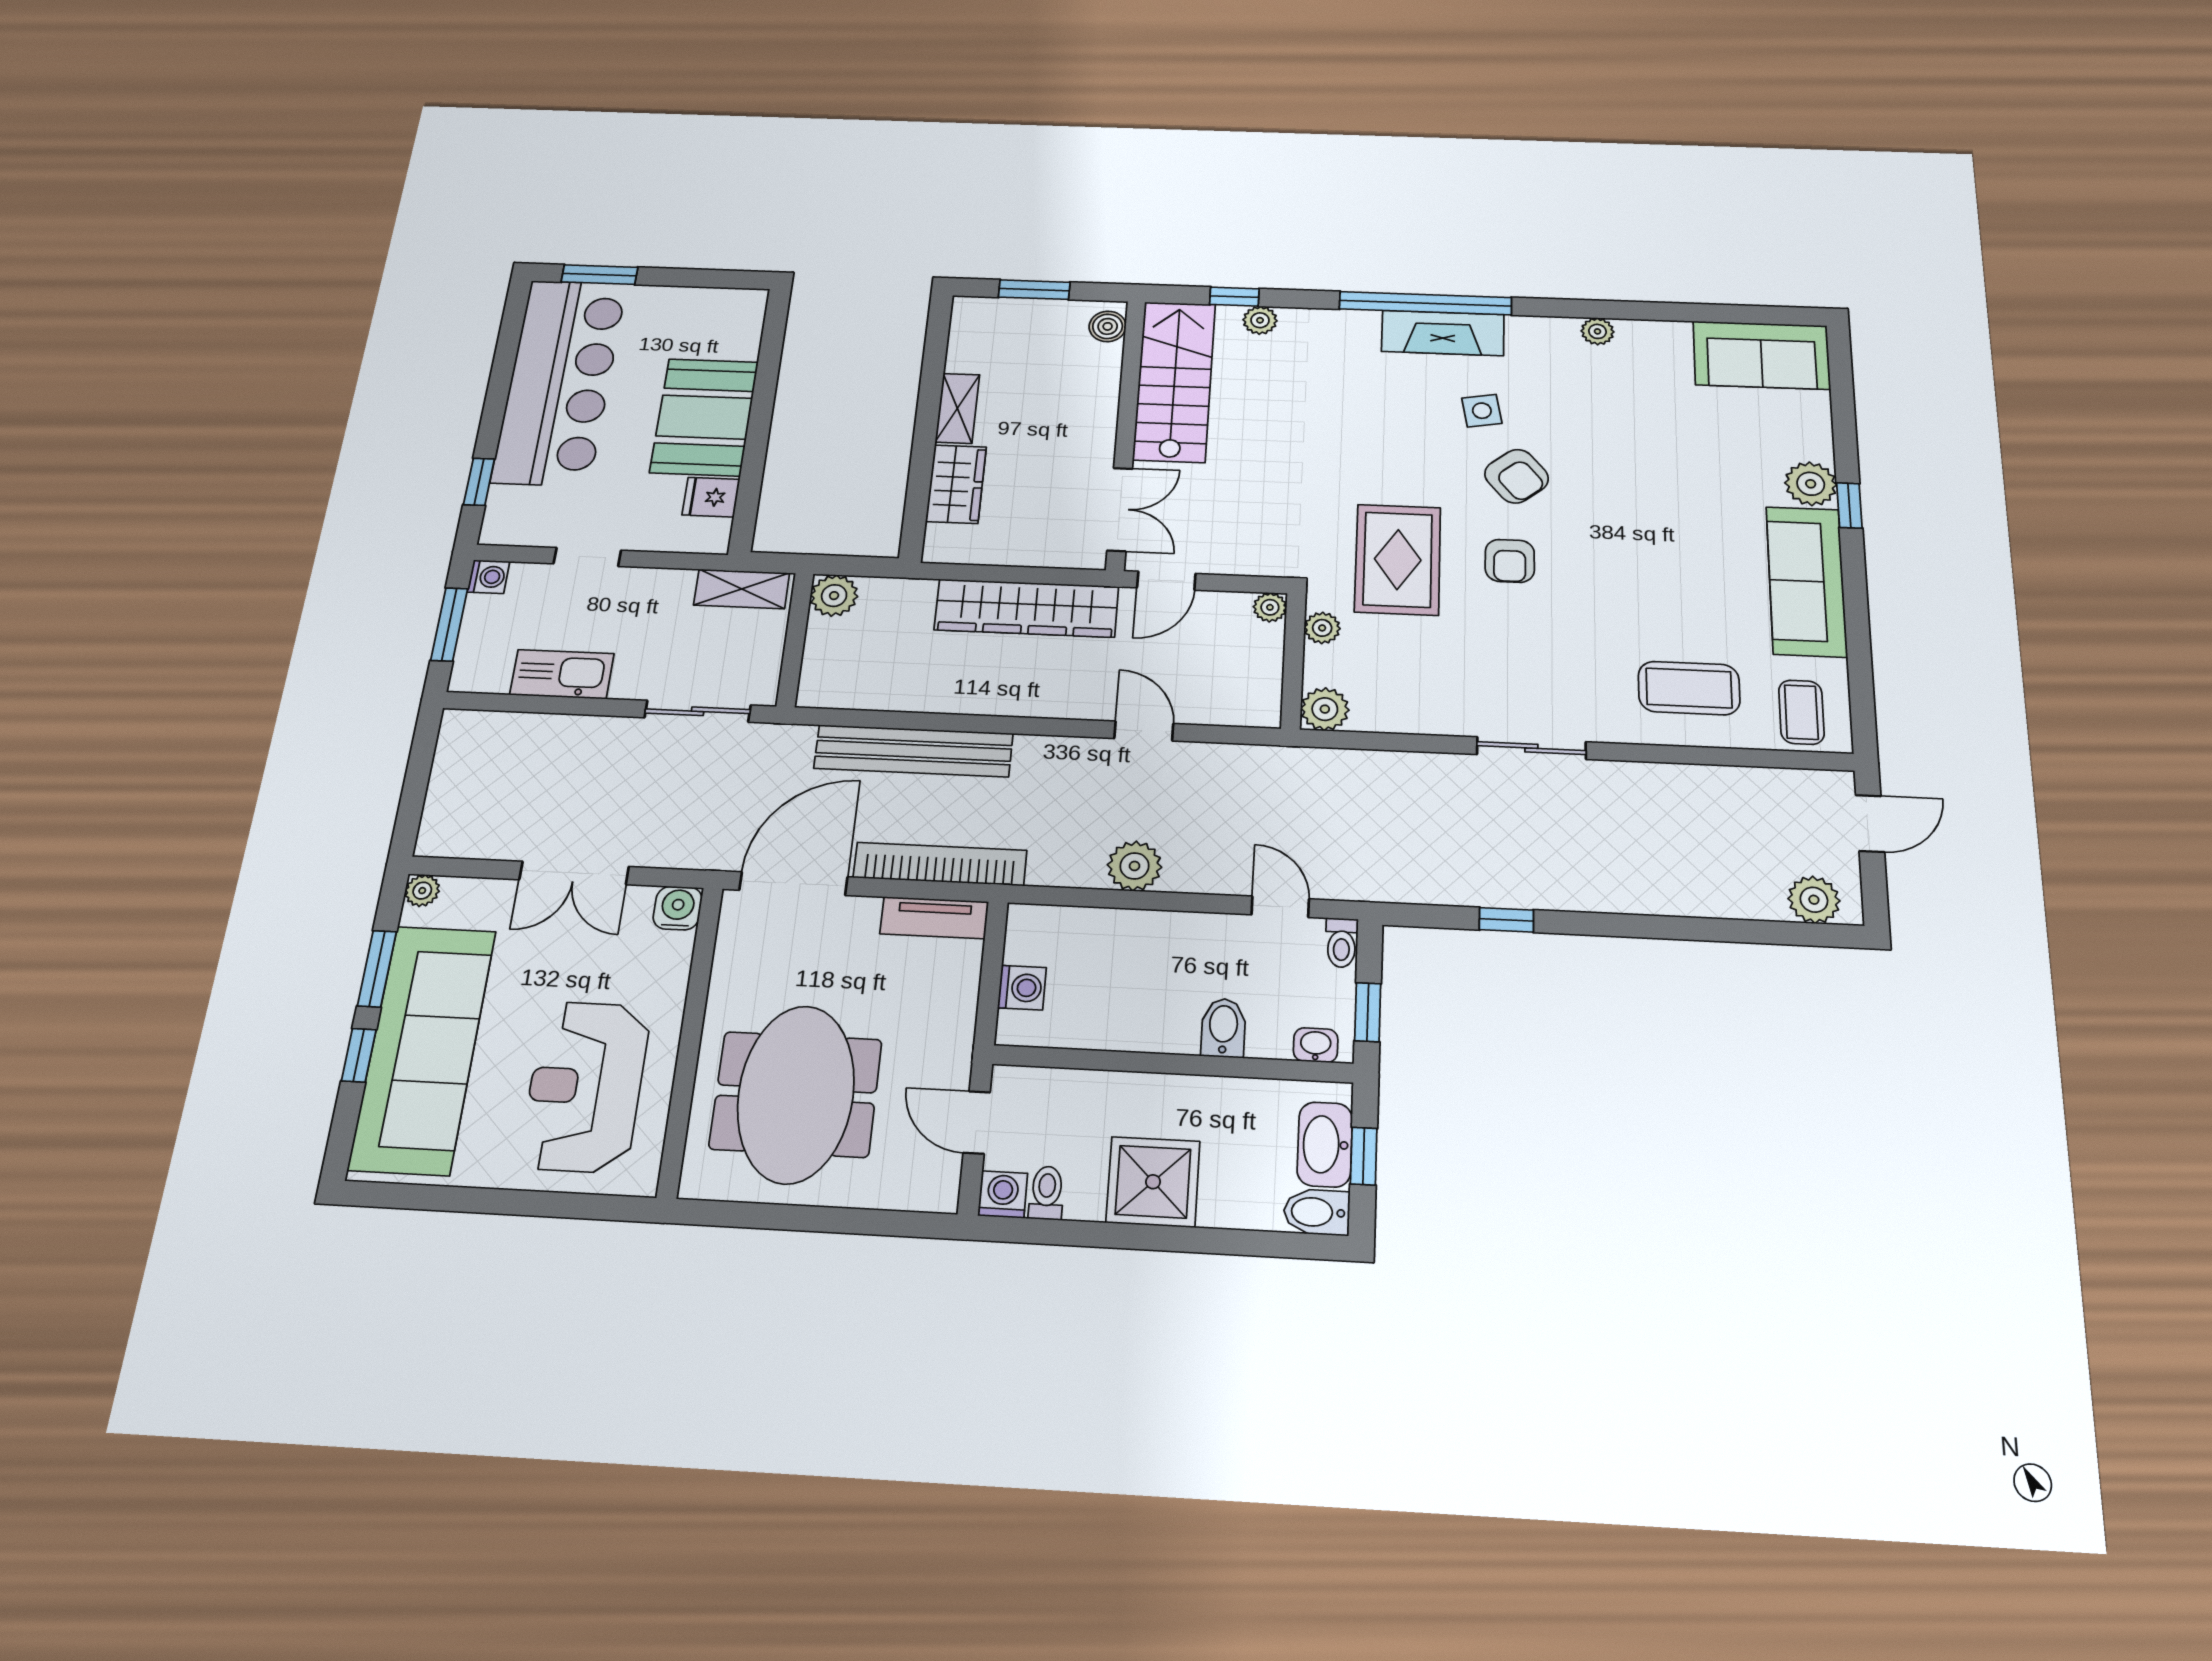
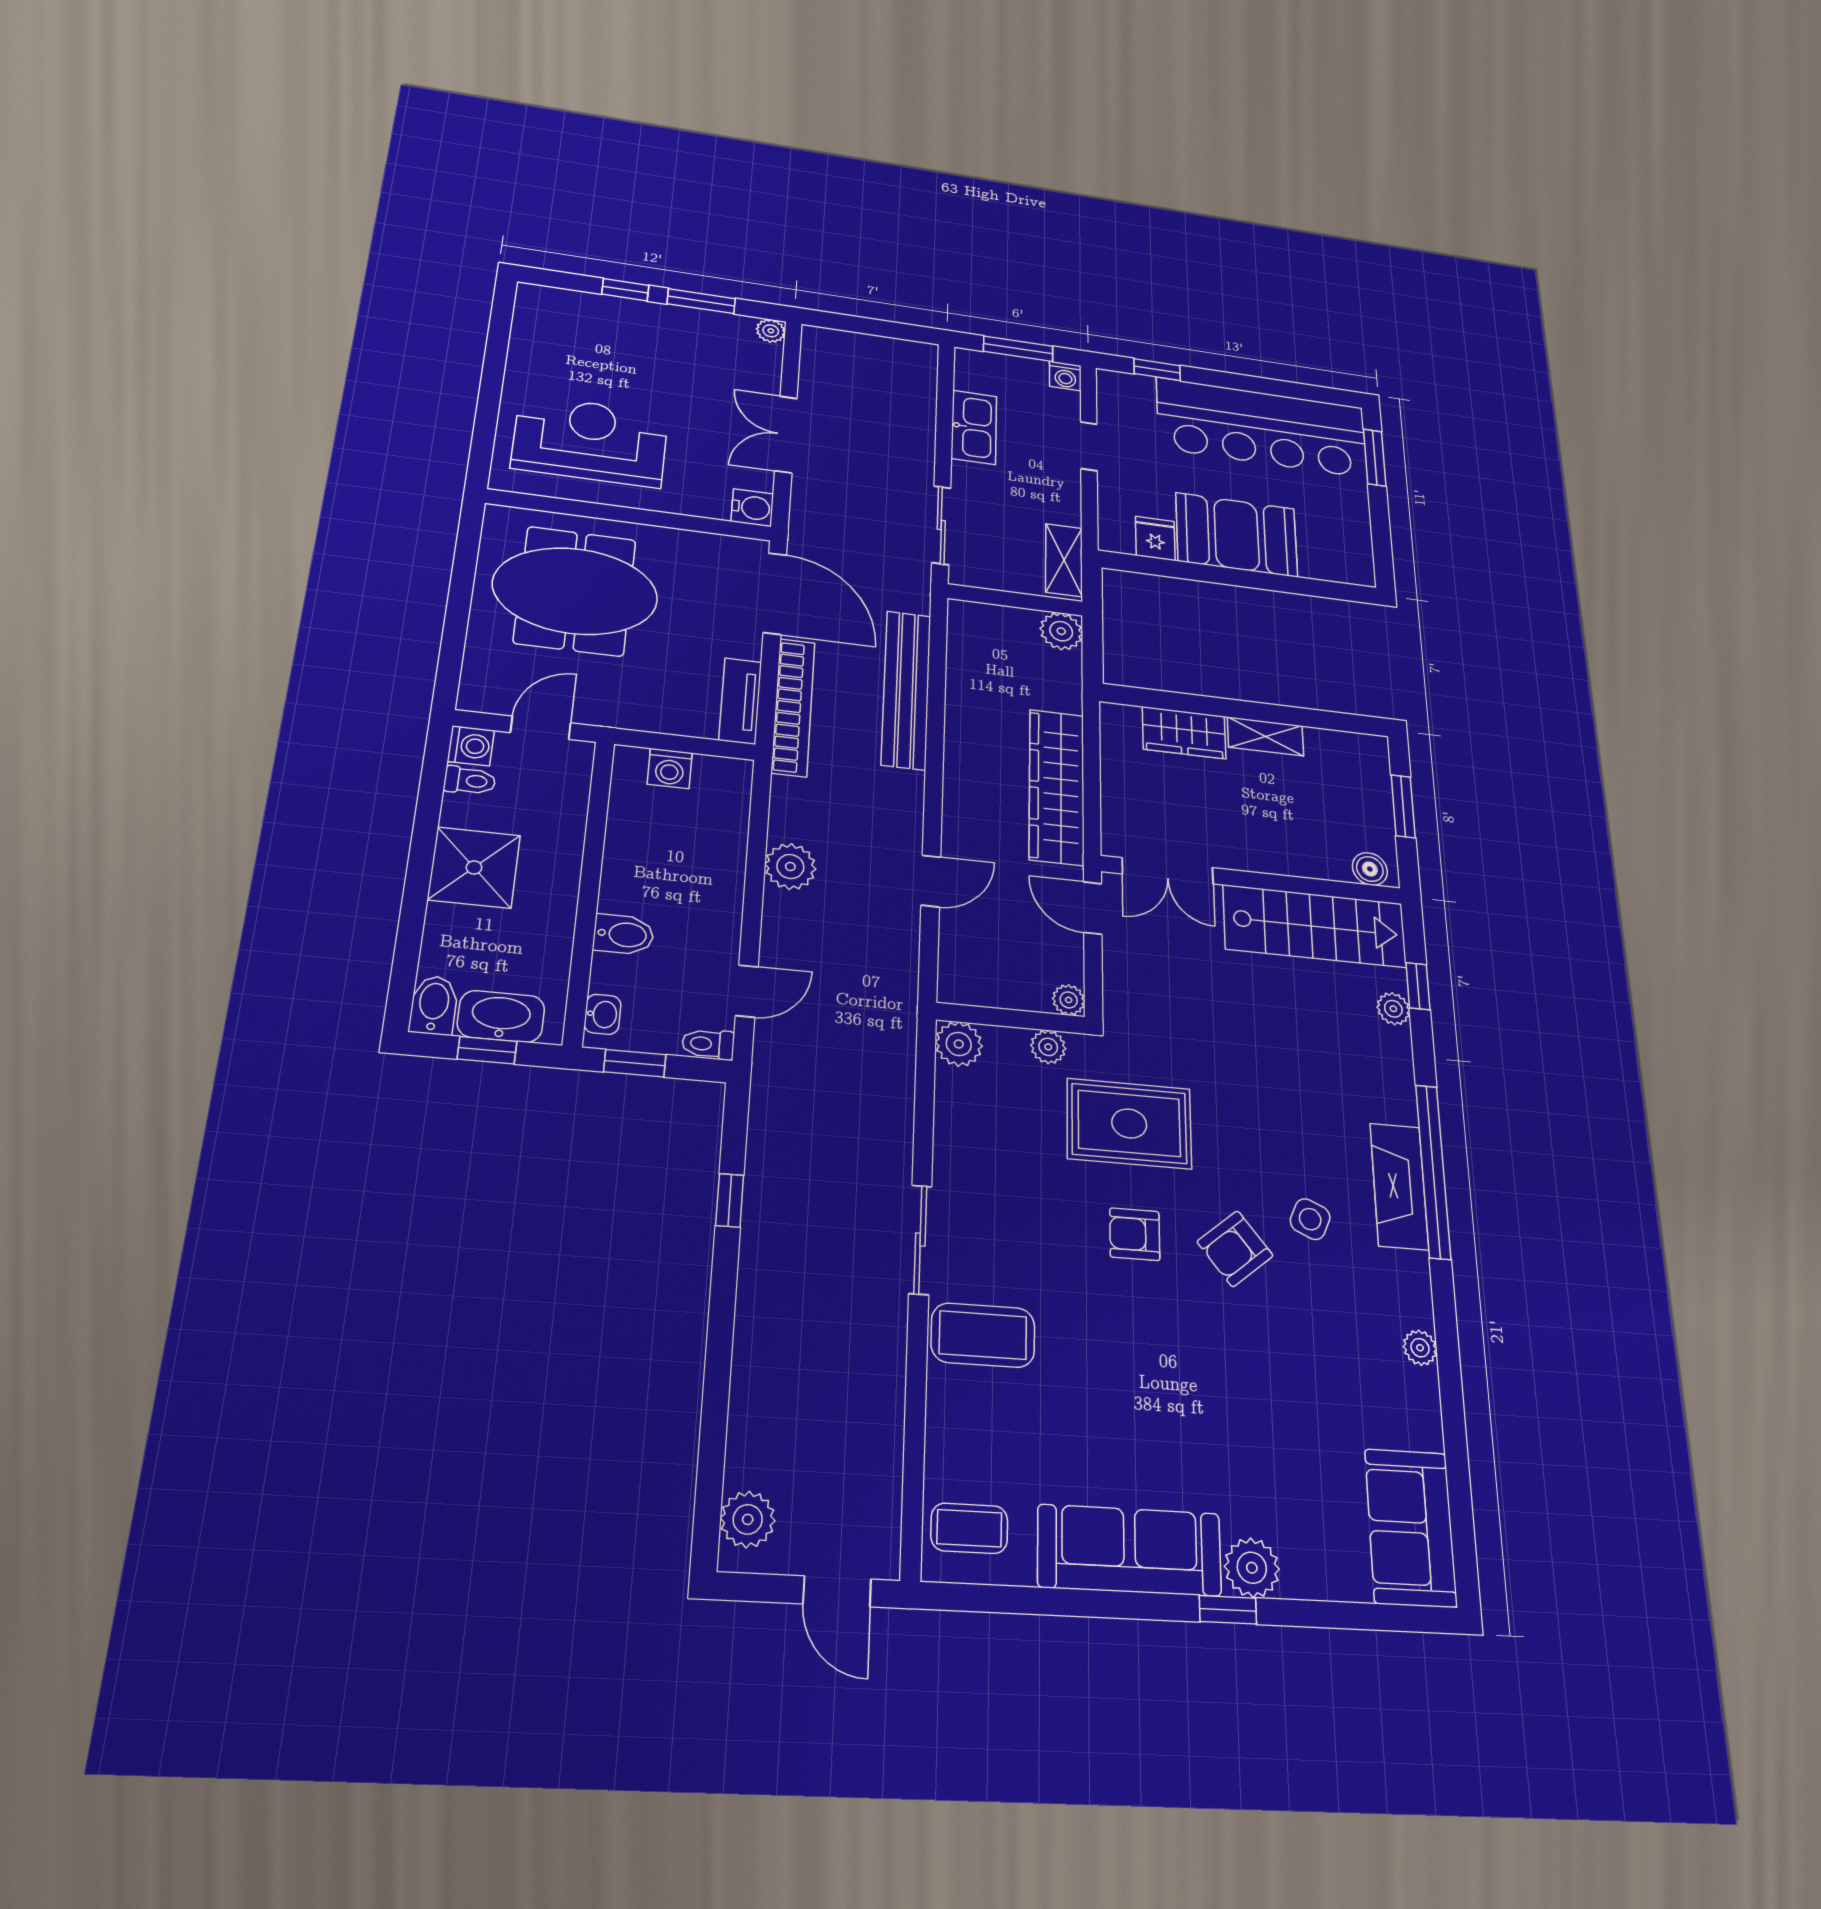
side table: (1482, 411) -> (1310, 1219), turned 34
coffee table: (1689, 688) -> (983, 1335), moved, turned 90
sofa: (423, 1049) -> (629, 331), removed

